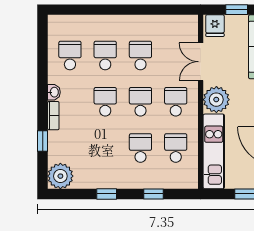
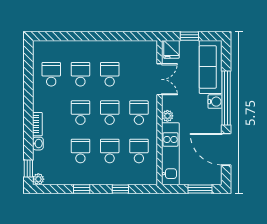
double door: (201, 62) -> (160, 79), swing flipped
washbasin: (54, 92) -> (38, 144), moved
plant: (216, 100) -> (167, 116), width x0.53, depth x0.53
window: (43, 141) -> (28, 168), moved
school desk: (105, 148) -> (80, 151), added
plant: (60, 176) -> (38, 179), width x0.53, depth x0.53

